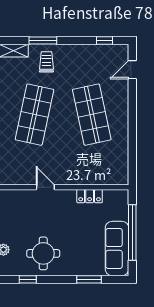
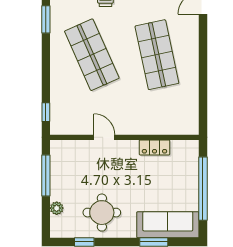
shop shelf: (34, 115) -> (92, 55), turned -36
sofa: (117, 248) -> (168, 225), moved, turned 90

